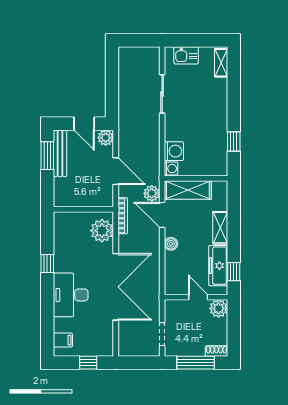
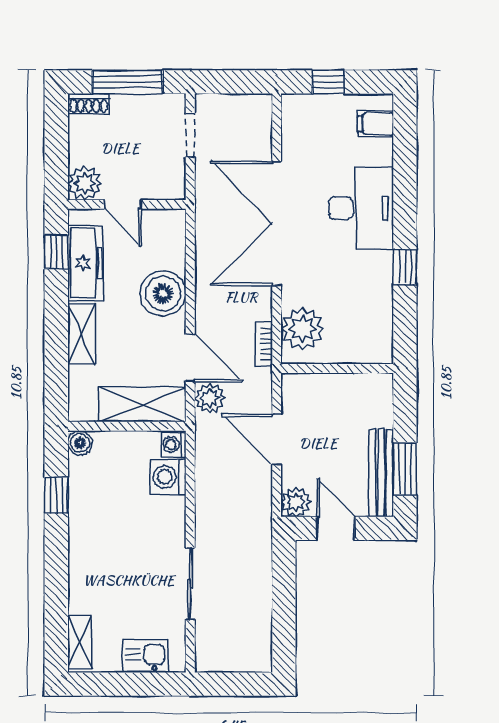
boiler: (221, 169) -> (80, 443), added
bookcase: (123, 216) -> (264, 344), width x0.64
boiler: (171, 244) -> (163, 293), width x1.86, depth x1.86

